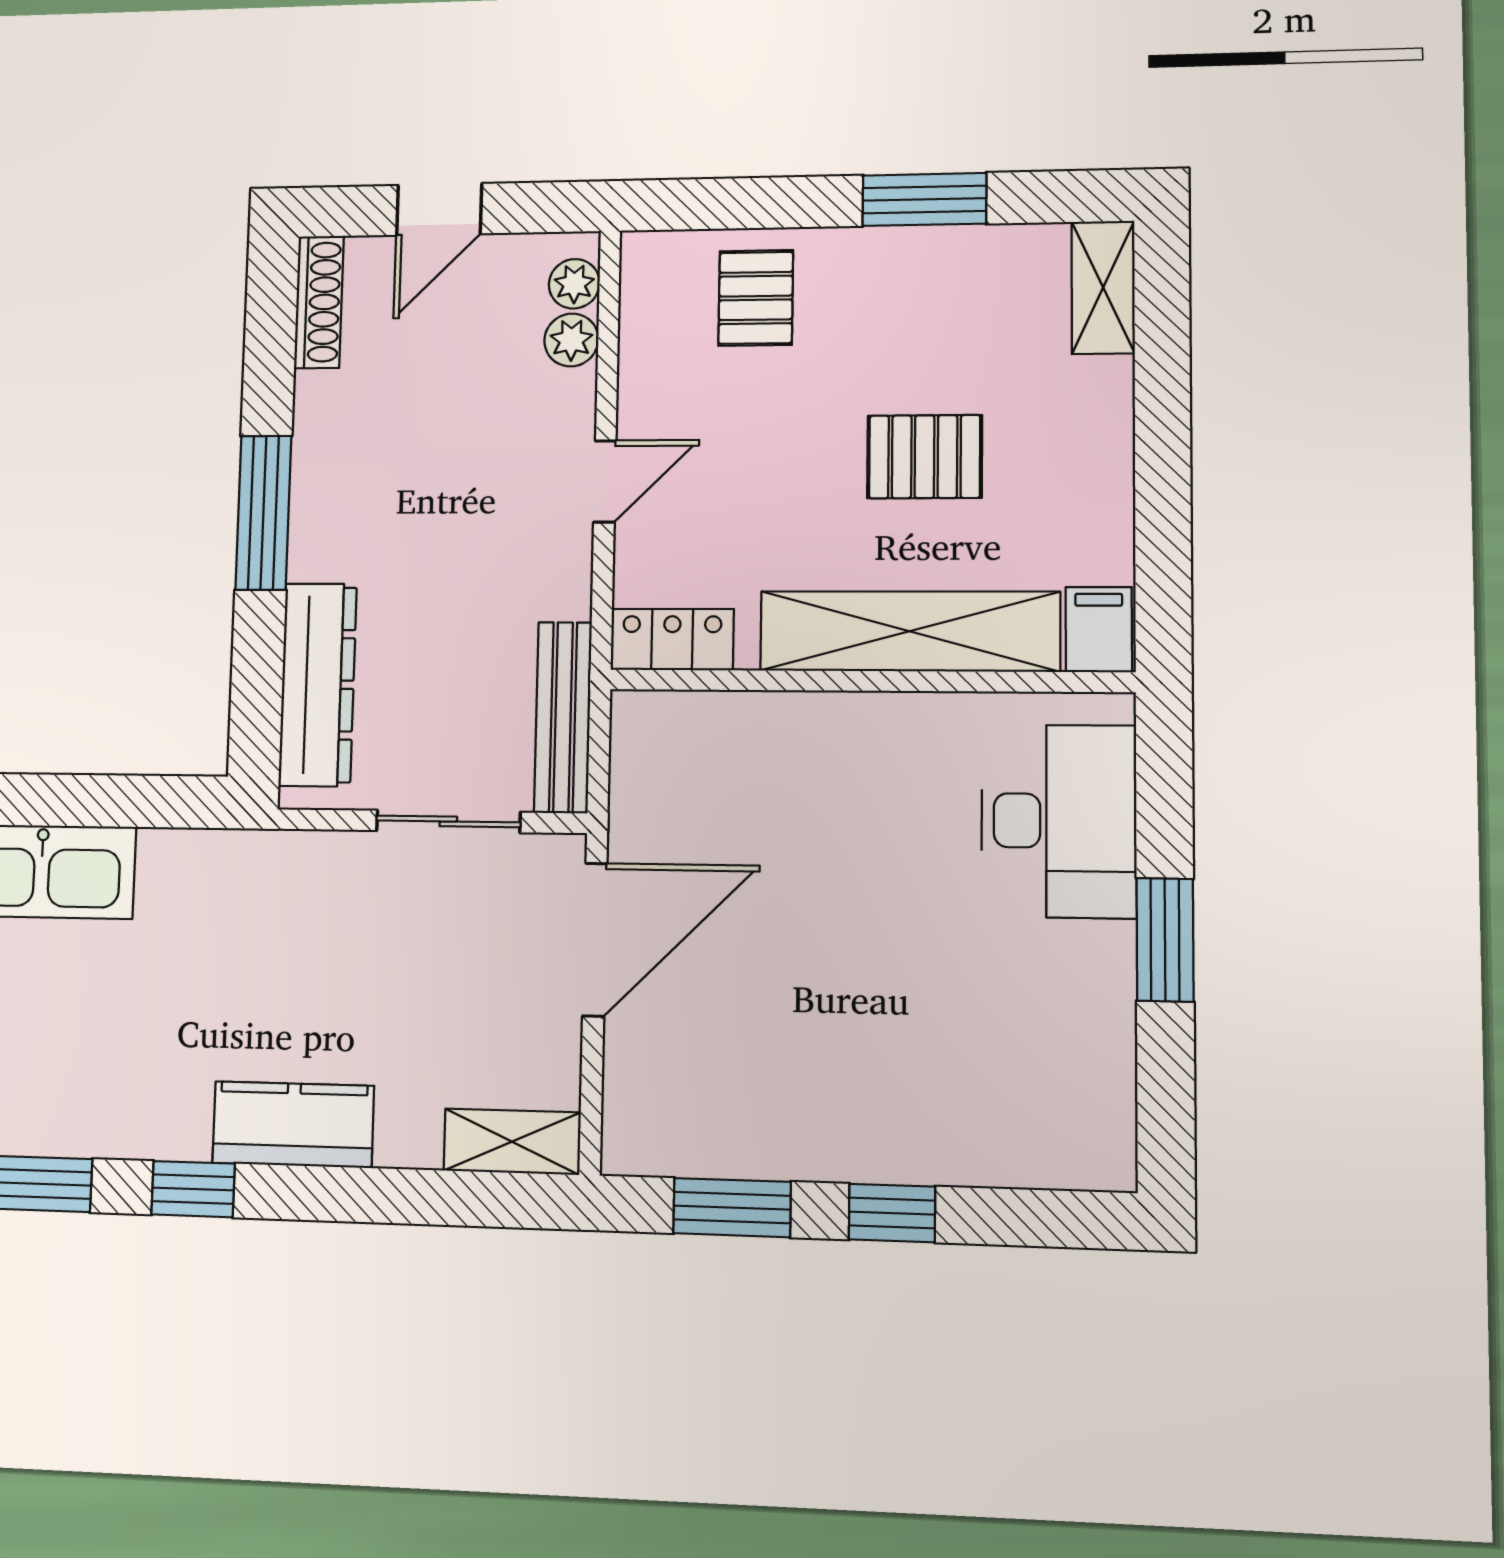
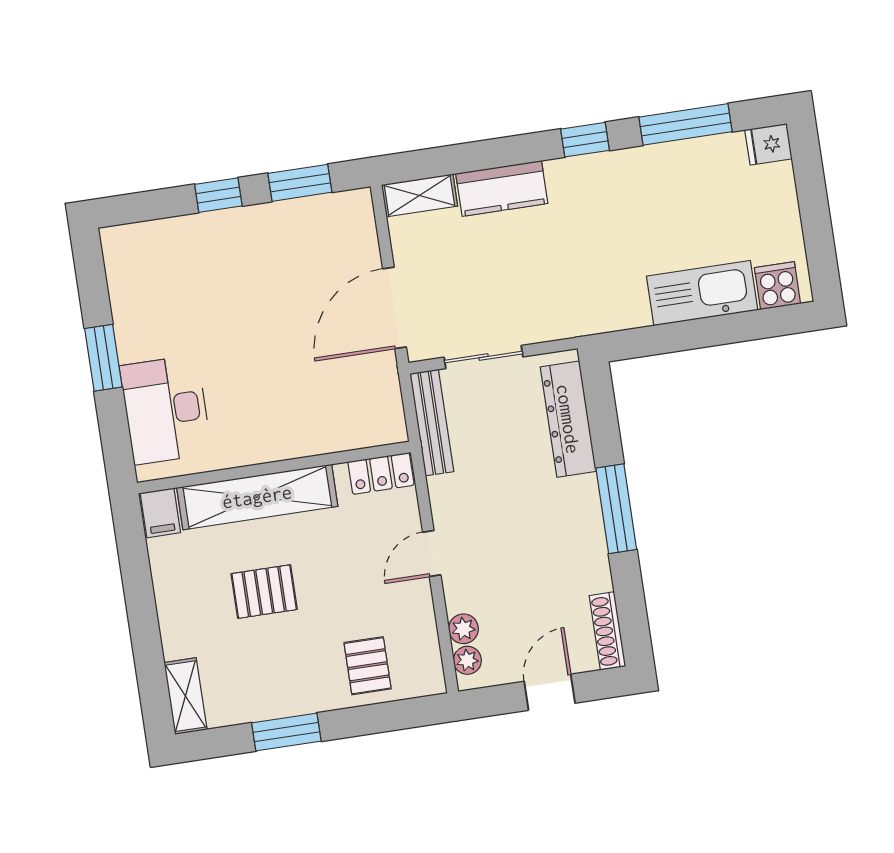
kitchen counter: (293, 1125) -> (502, 189), moved

